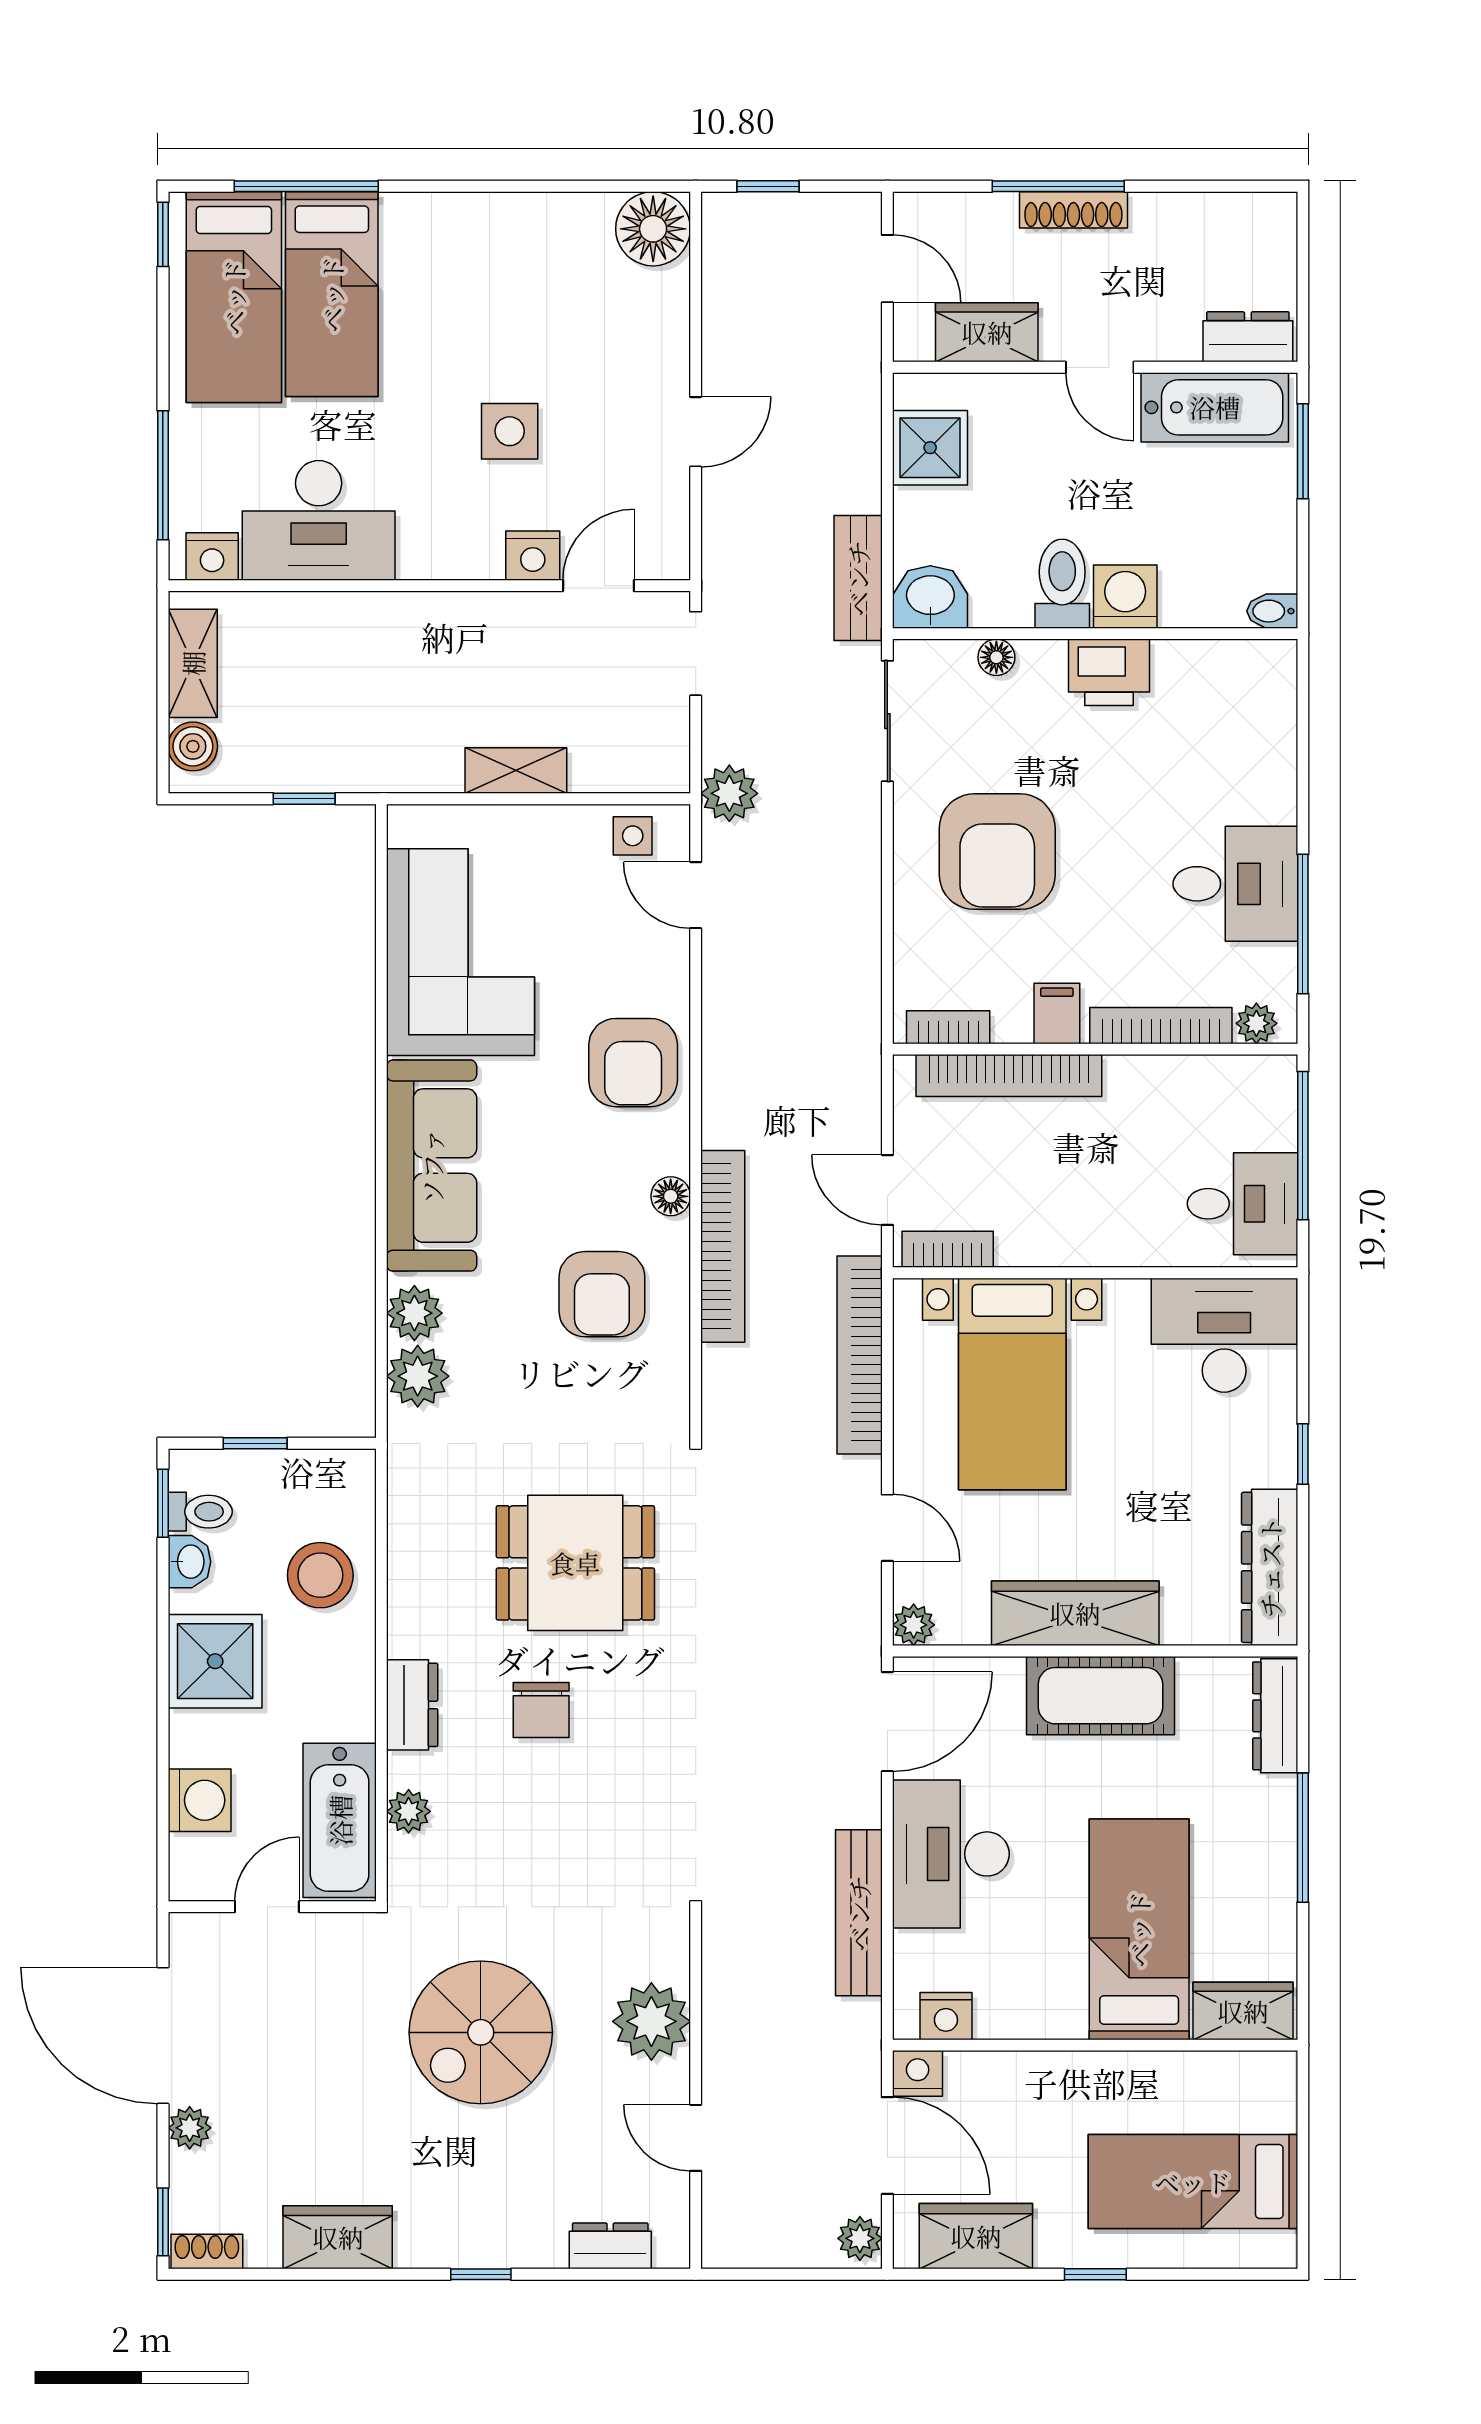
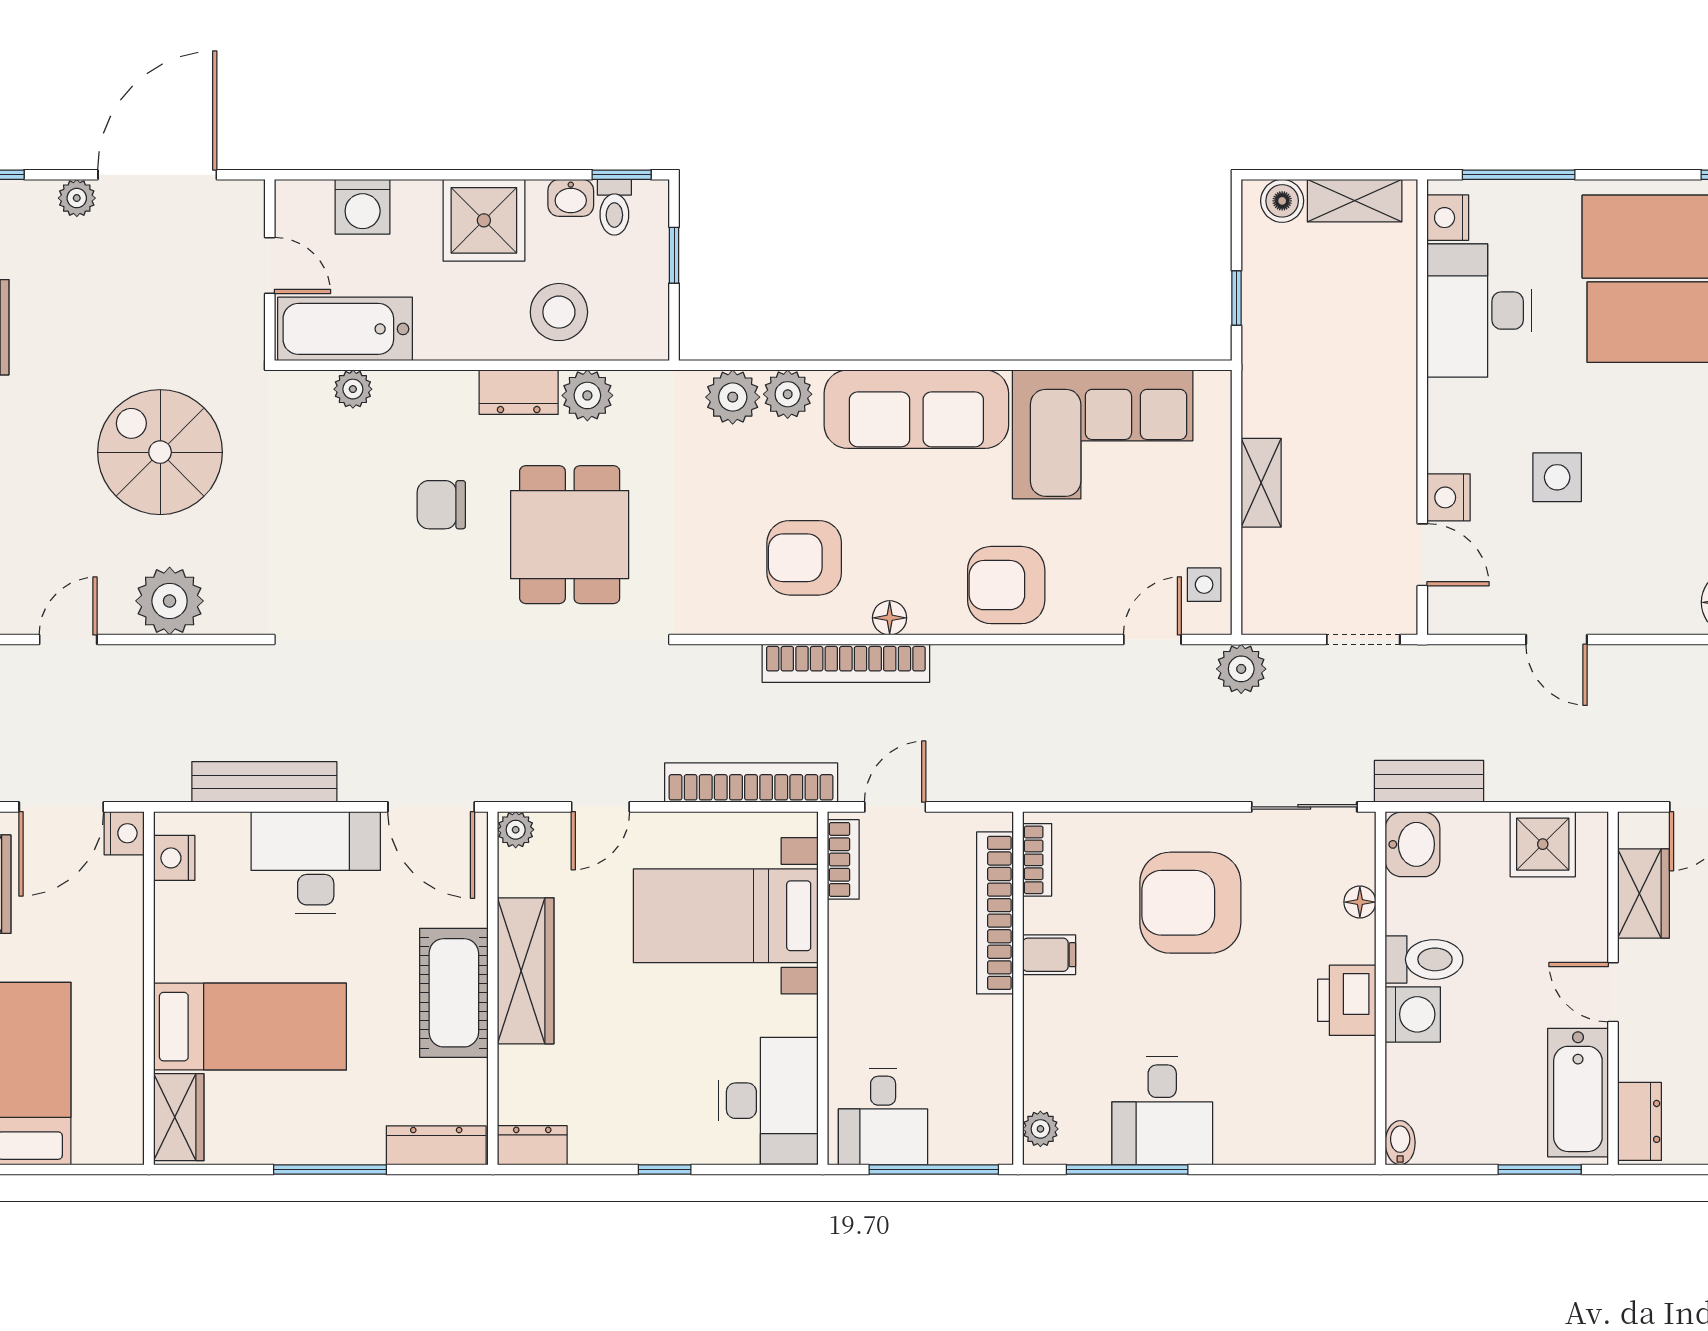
door: (1100, 367) -> (1613, 992), hinge flipped
bookcase: (1161, 1026) -> (1038, 1045), removed
plant: (416, 1543) -> (587, 395), added
dresser: (1270, 1567) -> (532, 1145), width x0.51, depth x0.80
dresser: (412, 1705) -> (519, 392), moved

